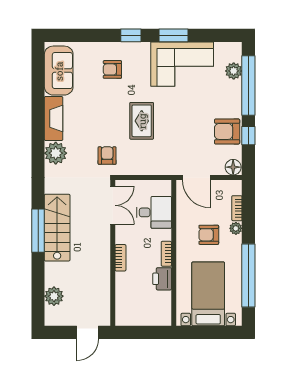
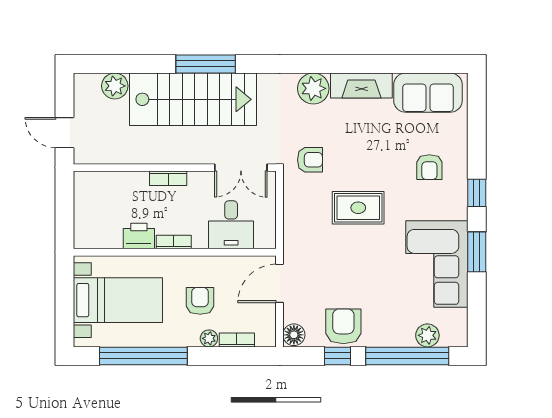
armchair: (112, 69) -> (429, 167), turned 180
stairs: (57, 228) -> (193, 99), width x1.36, depth x1.51

